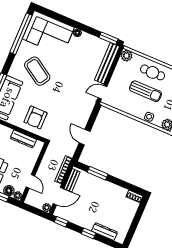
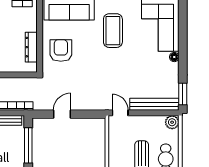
coffee table: (37, 71) -> (113, 31), turned -33
armchair: (36, 117) -> (61, 50), turned 90
window: (98, 173) -> (28, 145), width x1.44

